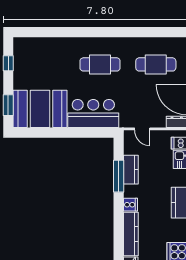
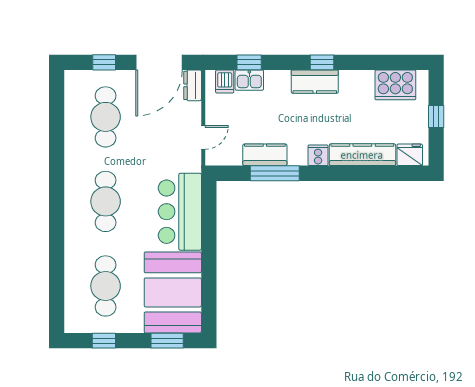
cafe table: (44, 64) -> (106, 286), added

